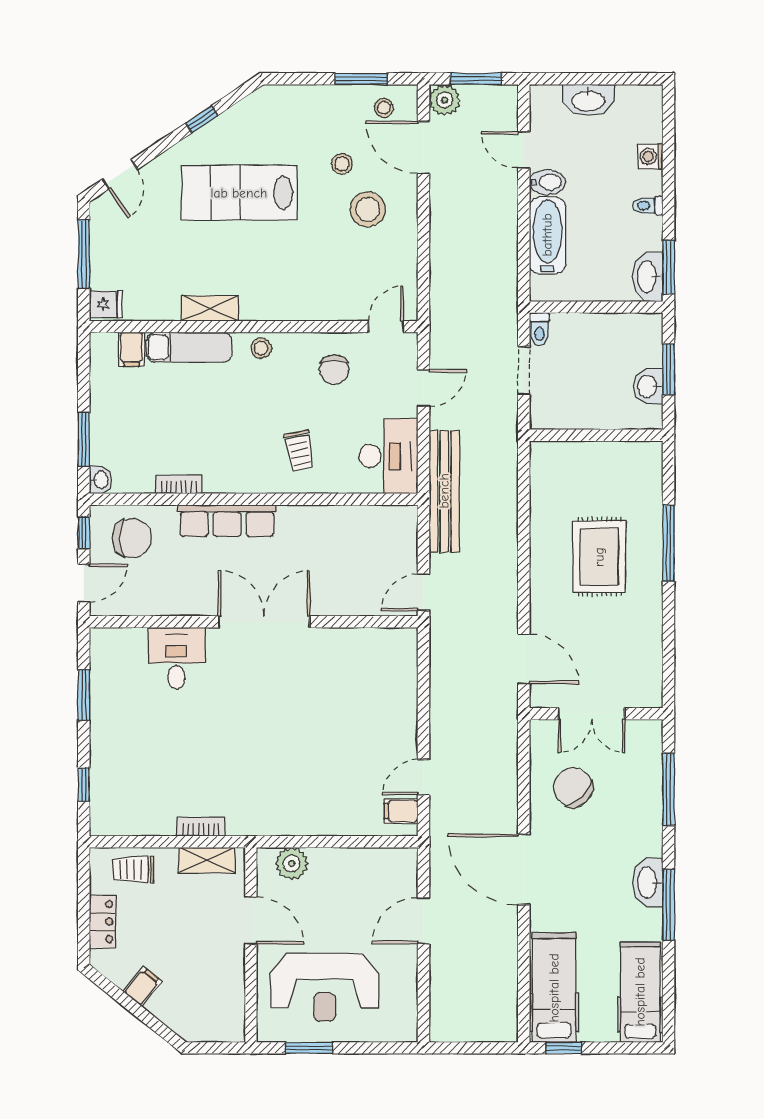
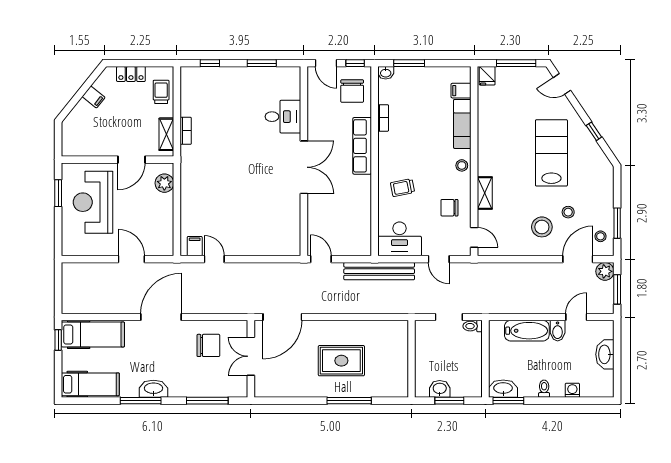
shelving: (210, 308) -> (485, 193), moved
door: (524, 659) -> (282, 317), width x1.36
chair: (573, 787) -> (208, 345), turned 43

